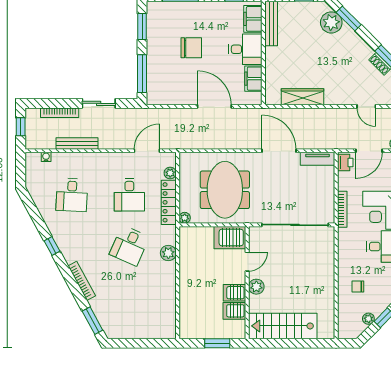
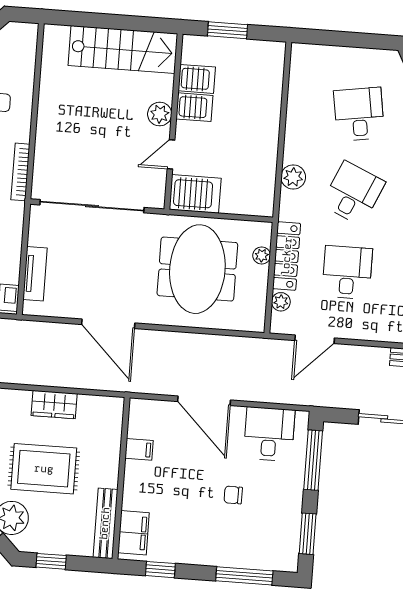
chair: (191, 48) -> (233, 495), width x0.54, depth x0.54
desk: (245, 49) -> (269, 434), moved, turned 90
rug: (313, 55) -> (44, 469), added
filing cabinet: (253, 79) -> (139, 449), width x0.50
wardrobe: (303, 97) -> (54, 405), width x0.67
tv unit: (318, 159) -> (35, 274), moved, turned 90
bookcase: (342, 209) -> (20, 172), moved
plant: (185, 218) -> (262, 255), moved
desk: (129, 296) -> (359, 114), added

